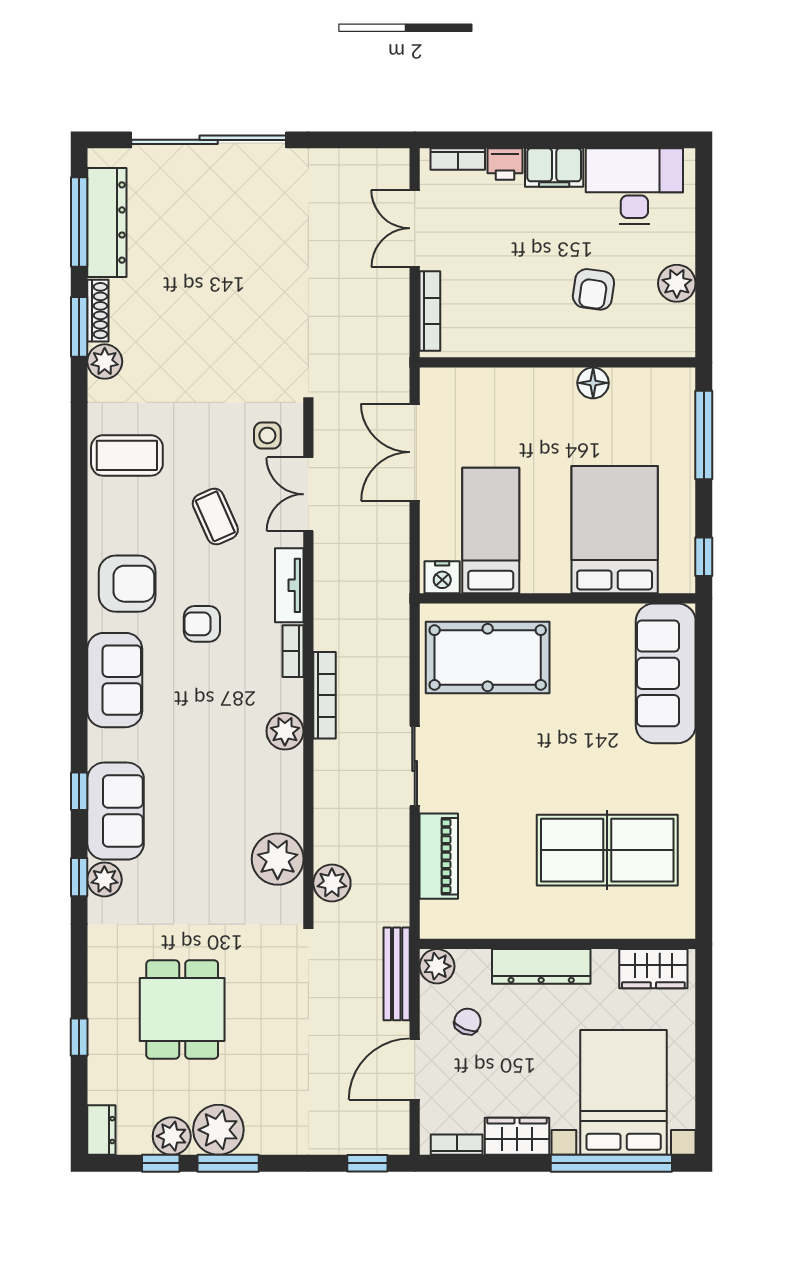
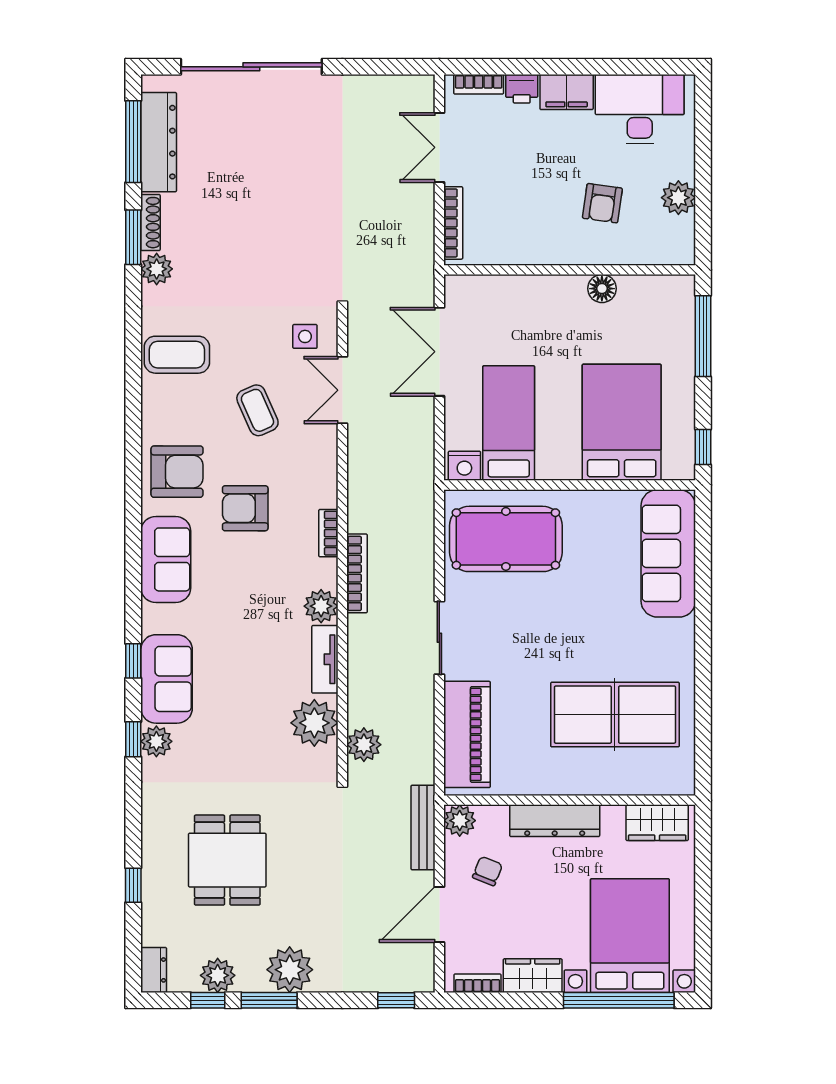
tv unit: (289, 585) -> (325, 659), moved
armchair: (202, 624) -> (245, 508), width x1.38, depth x1.38
piano: (439, 856) -> (467, 734), width x1.37, depth x1.33
plant: (218, 1130) -> (290, 970), moved

